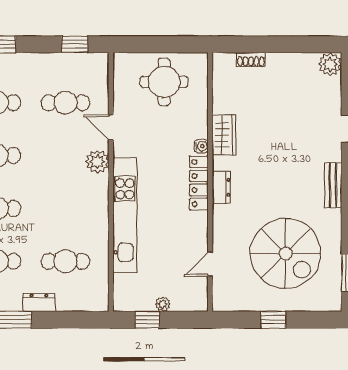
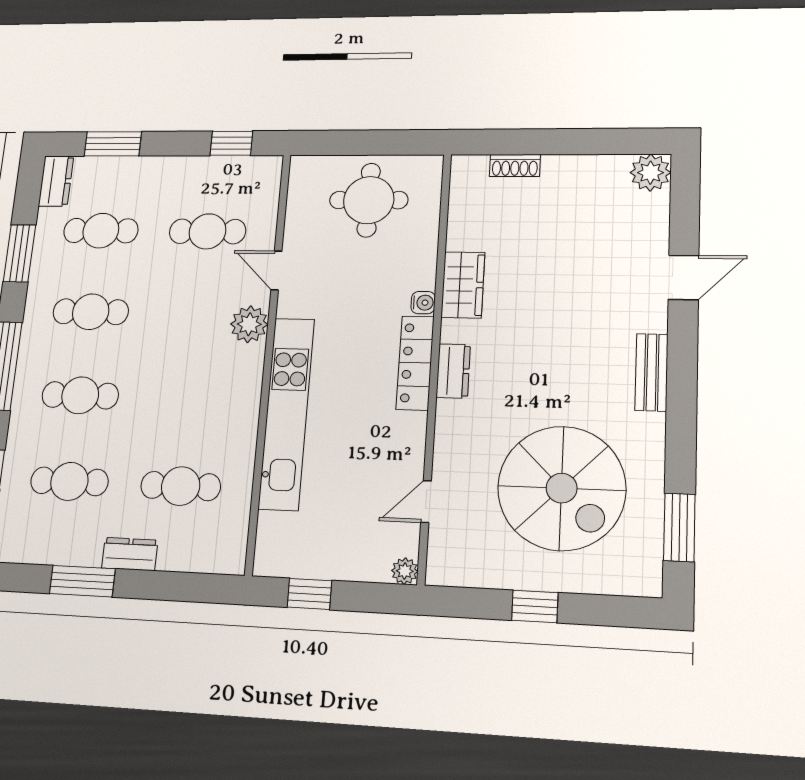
plant: (163, 304) -> (405, 571), moved

